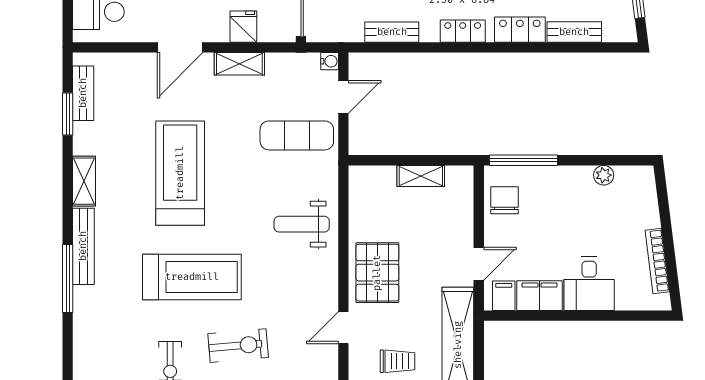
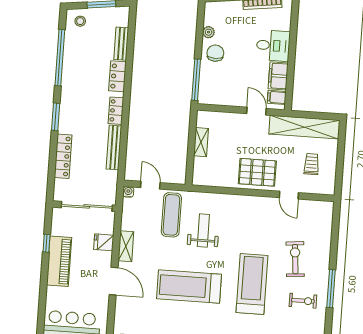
bench: (392, 32) -> (114, 147), width x1.36
chair: (504, 200) -> (215, 53), moved, turned 90
weight bench: (302, 224) -> (203, 231), moved, turned 180

